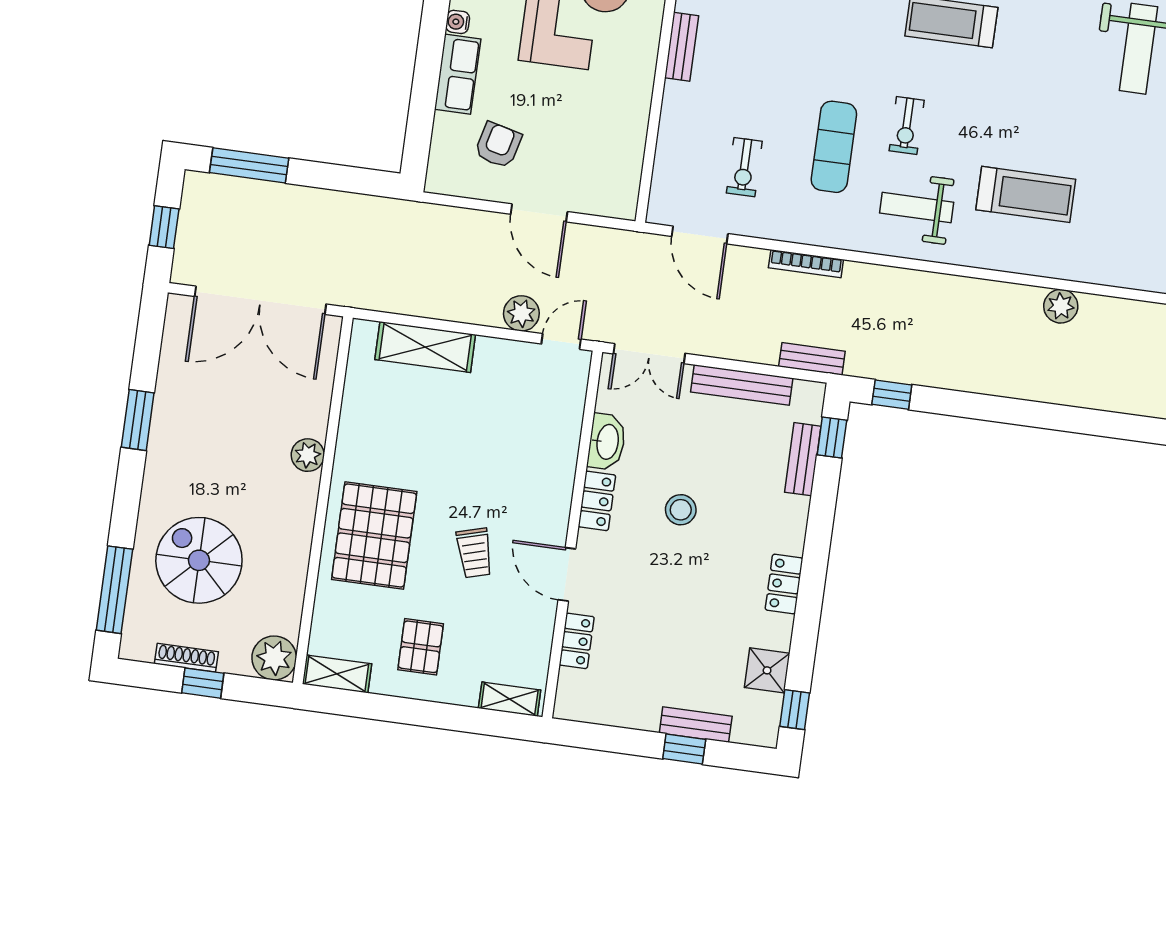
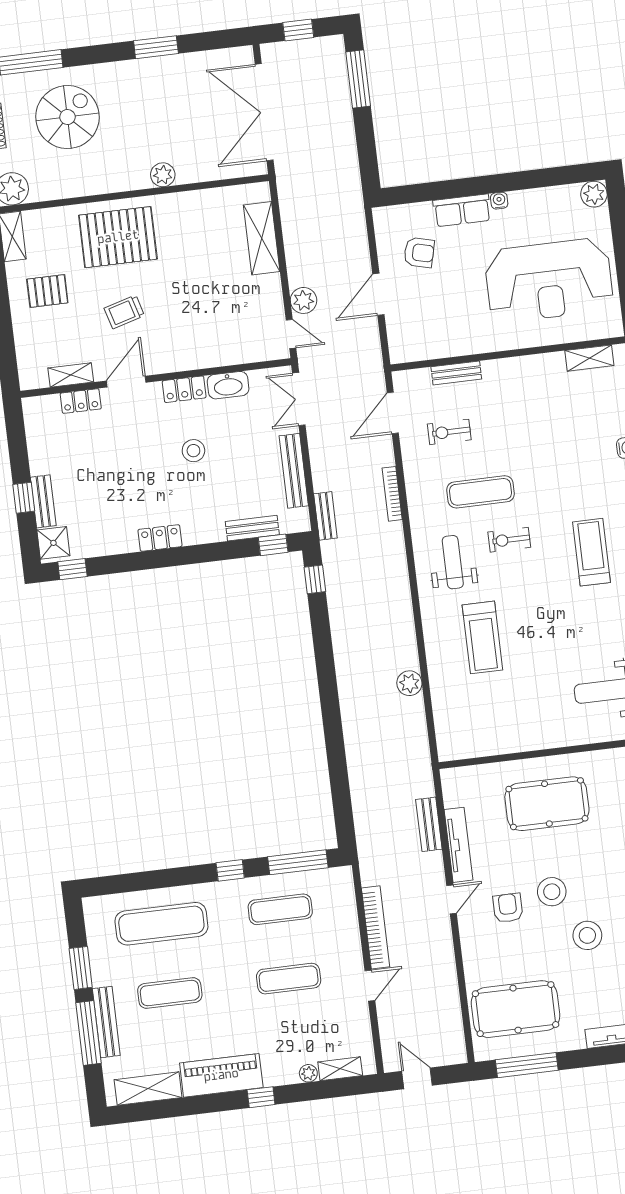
bench: (682, 47) -> (456, 373), moved
shower: (767, 670) -> (53, 543), moved
shelving: (510, 699) -> (71, 375), moved, turned 90

